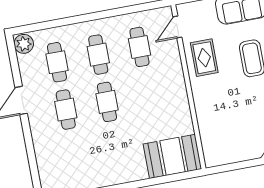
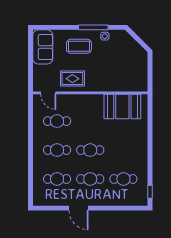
plant: (24, 44) -> (40, 199), removed
booth: (172, 156) -> (122, 106), moved, turned 90
cafe table: (75, 157) -> (123, 179), added

